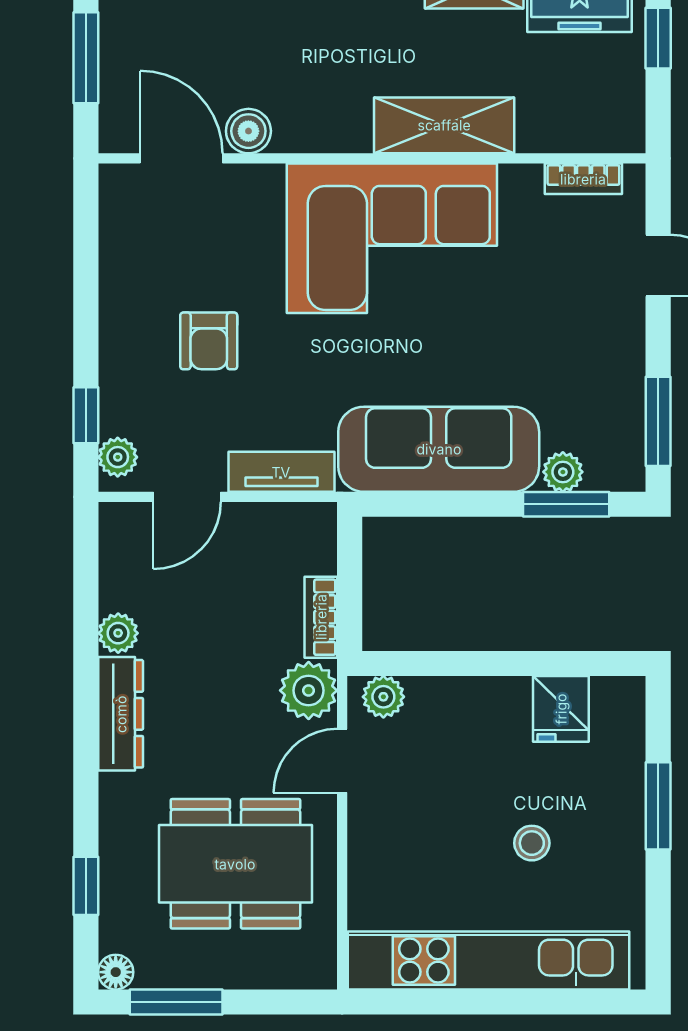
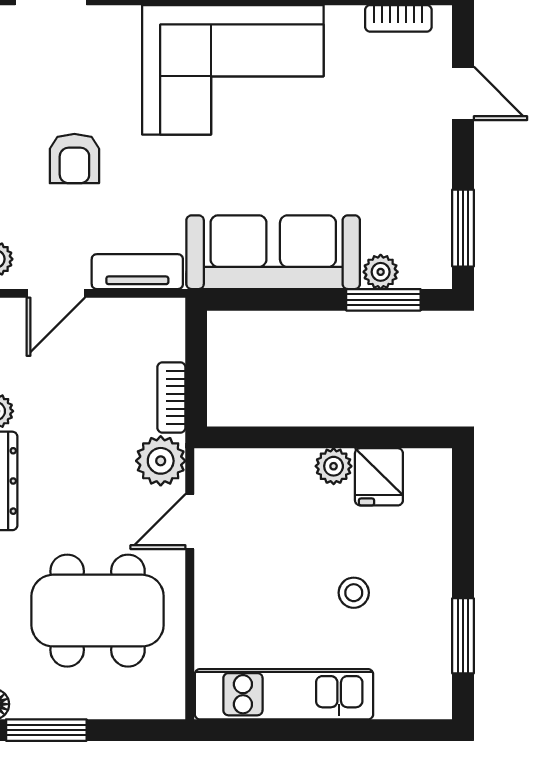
plant: (383, 697) -> (334, 466), moved
window: (658, 806) -> (463, 636), moved
kitchen unit: (489, 960) -> (284, 694), width x0.73

